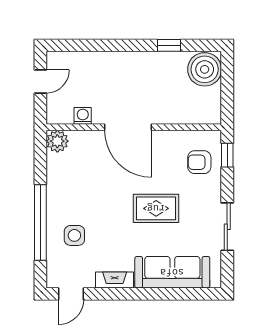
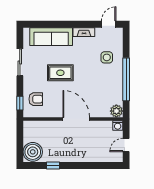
washing machine: (83, 116) -> (118, 125), moved
window: (40, 223) -> (126, 79), moved

